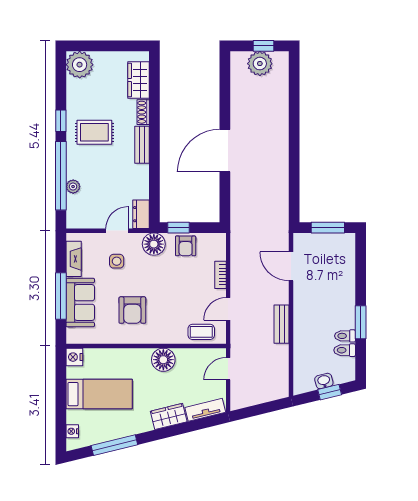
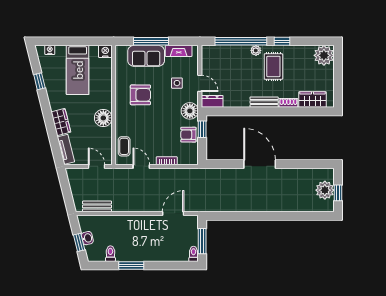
plant: (73, 187) -> (256, 50), moved
armchair: (132, 310) -> (140, 95), turned 180
bench: (282, 324) -> (97, 206), moved
toilet: (345, 336) -> (193, 254), moved
window: (114, 445) -> (39, 81), width x0.46

